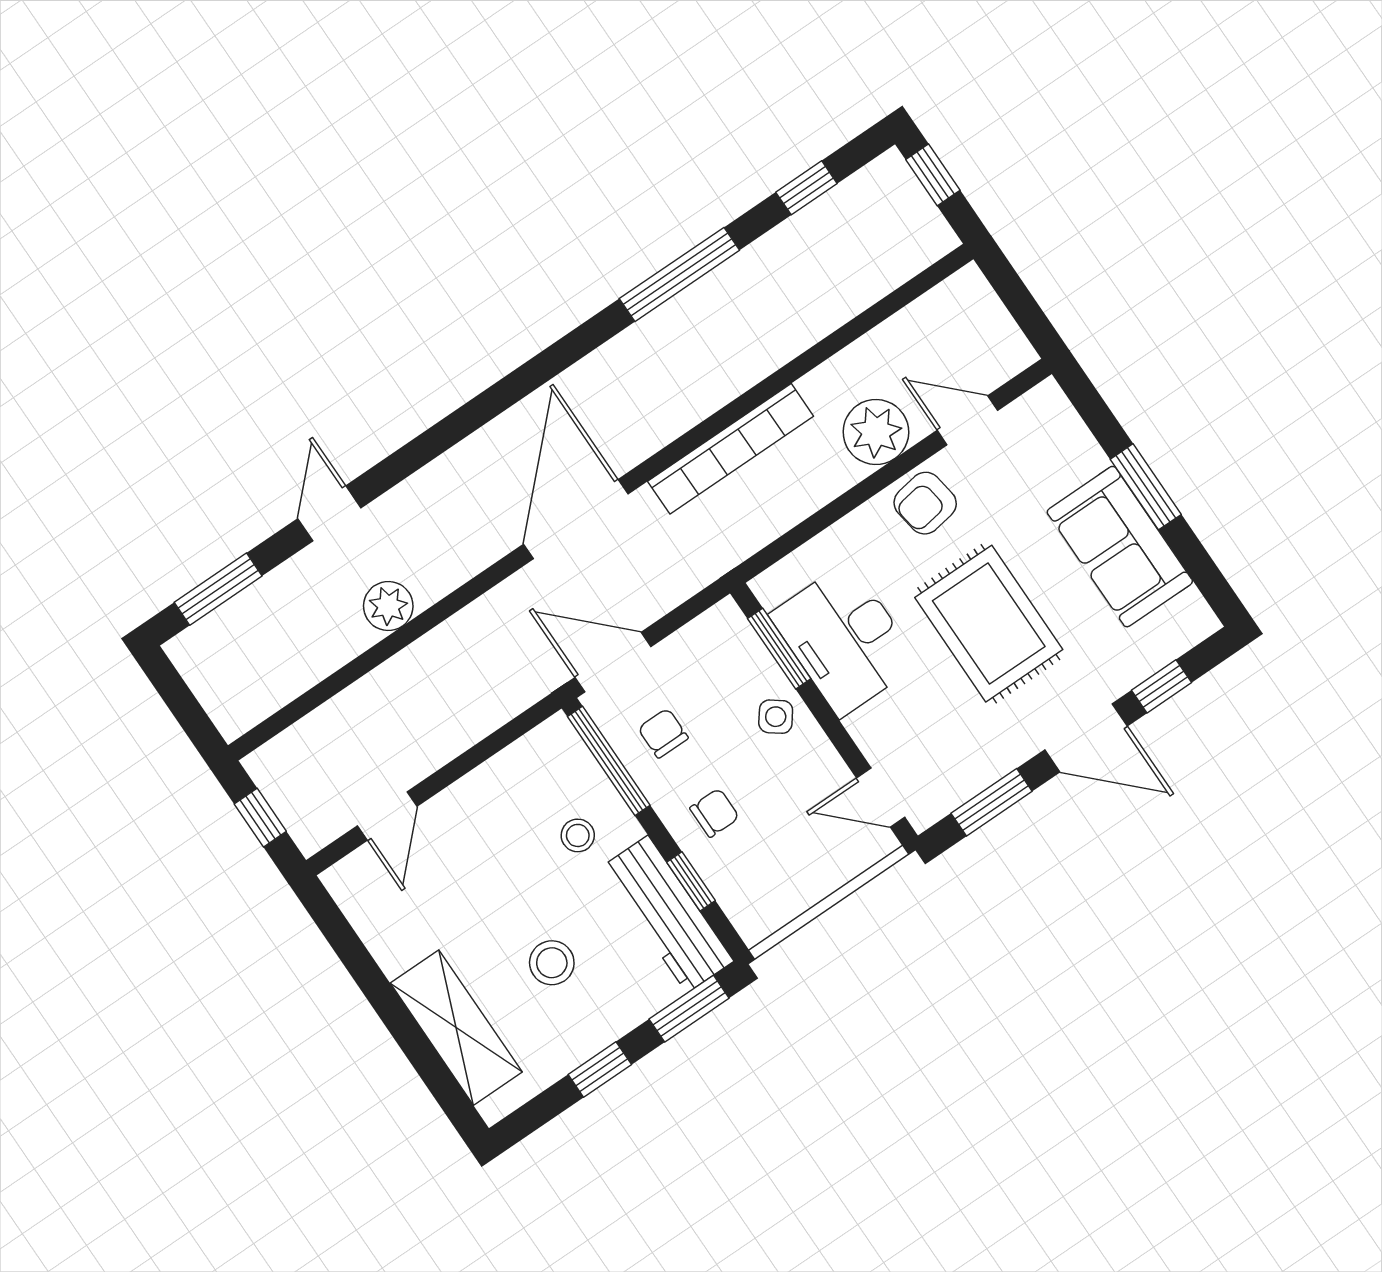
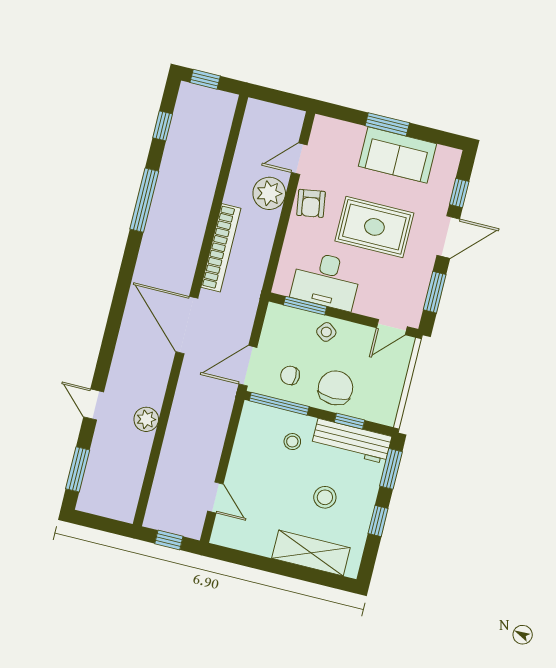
chair: (715, 813) -> (335, 388), width x1.87, depth x1.87

